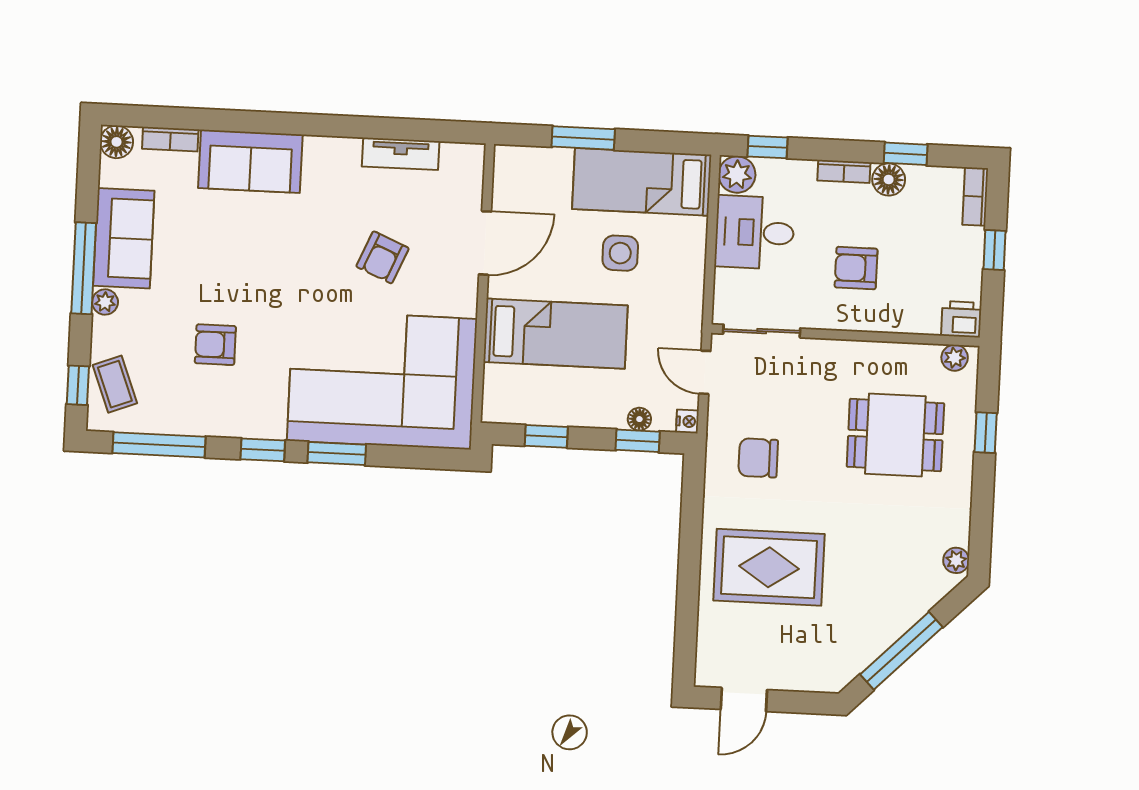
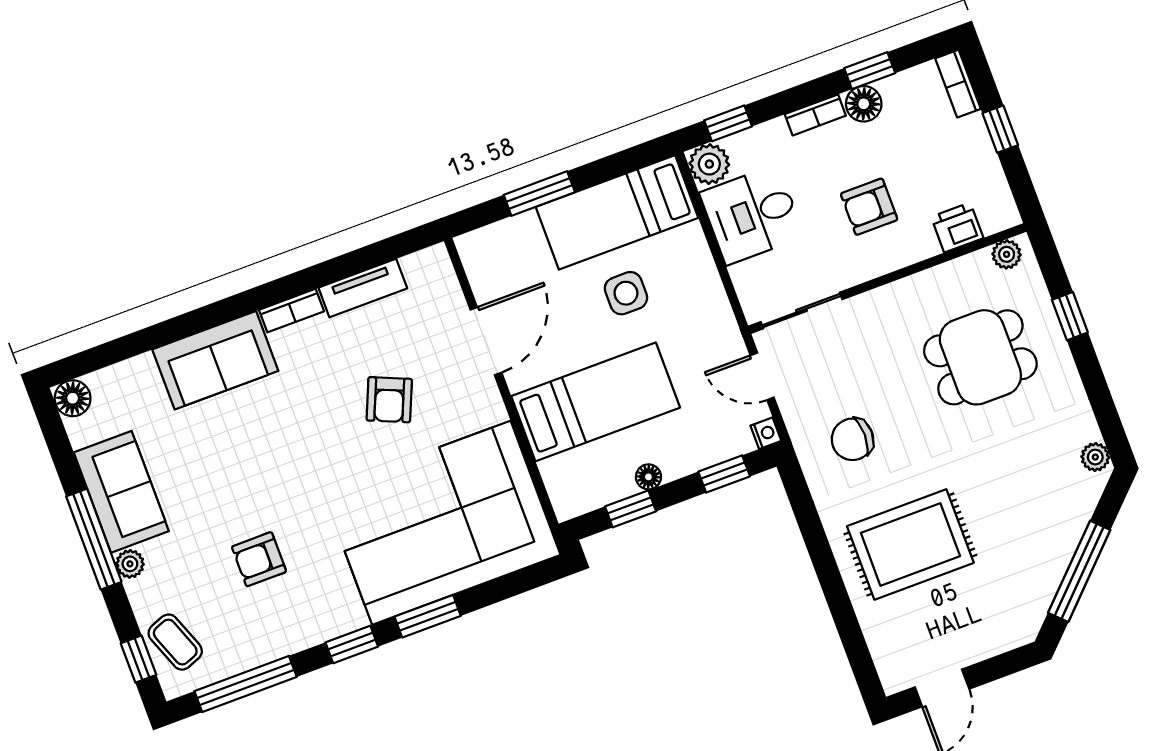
bookcase: (170, 139) -> (291, 311), moved
printer: (961, 319) -> (957, 227), moved
floor lamp: (639, 419) -> (648, 477), moved

